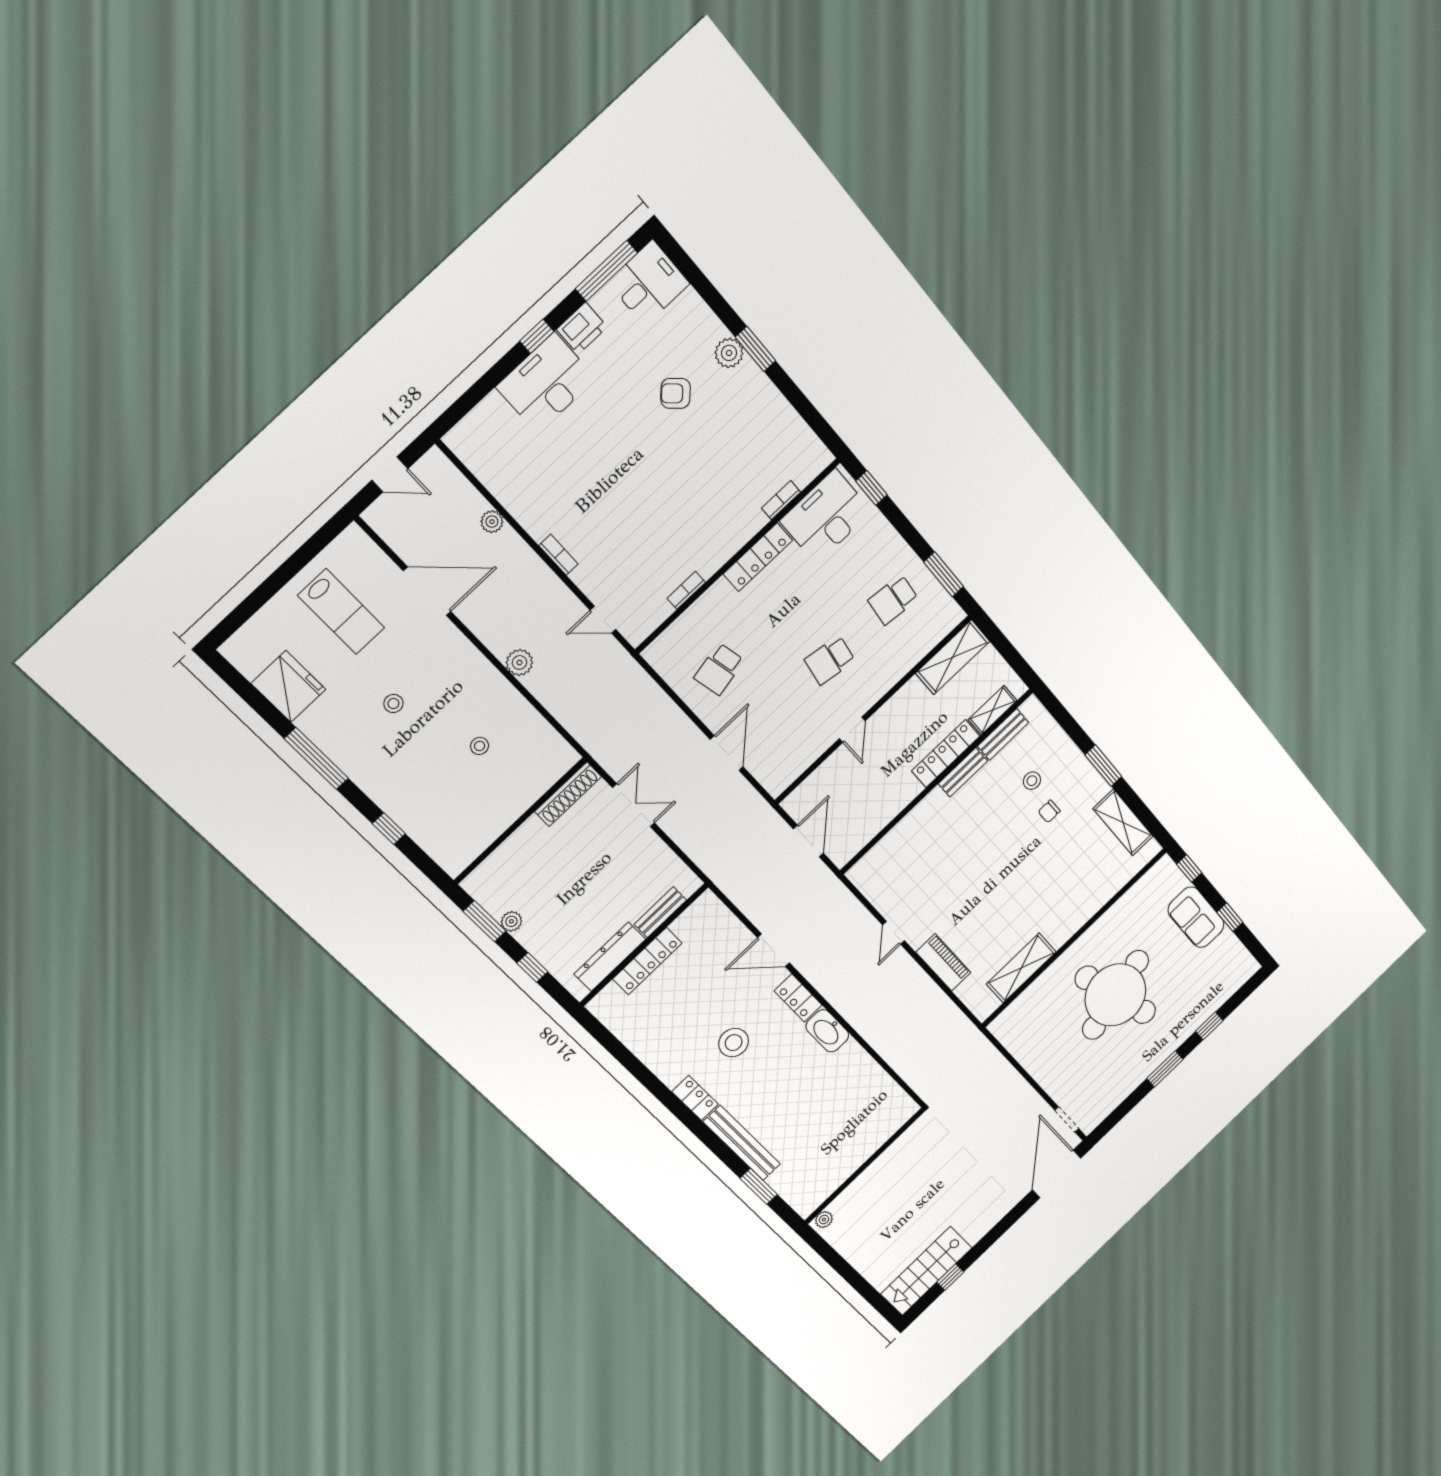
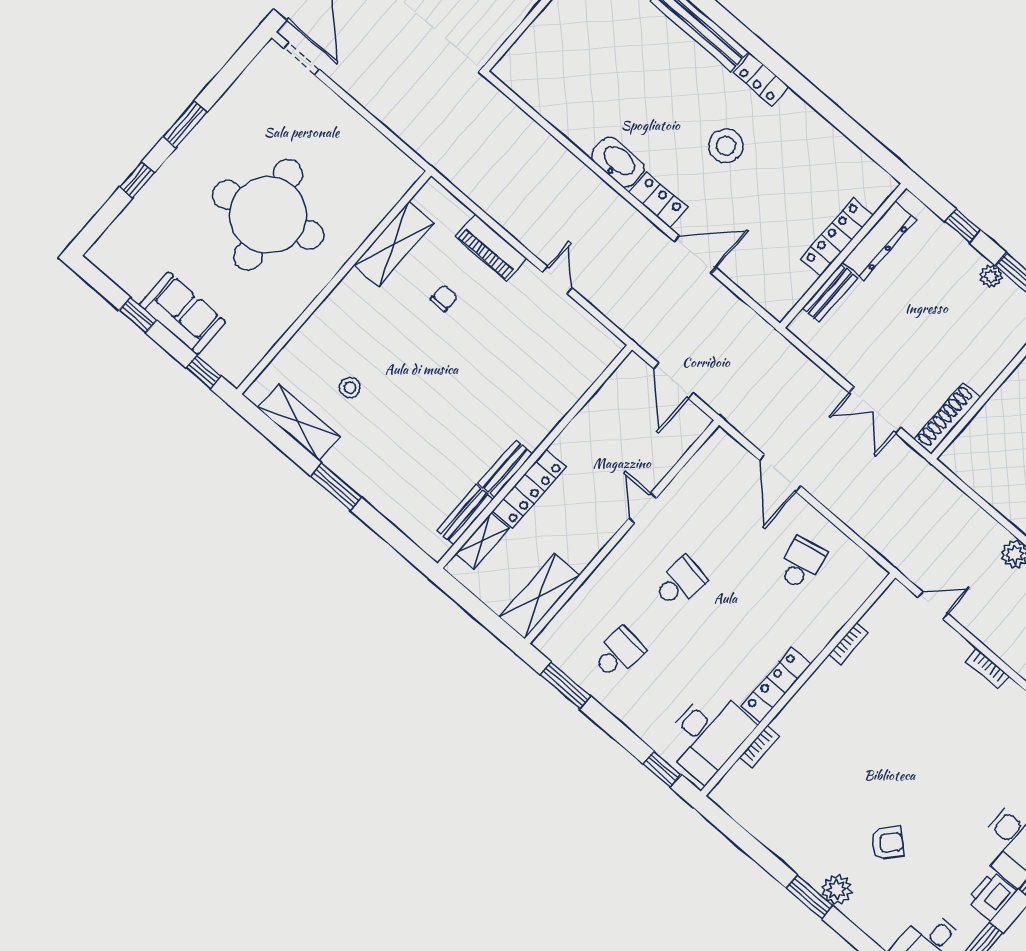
stool: (1032, 781) -> (350, 388), moved
chair: (1049, 811) -> (444, 298), moved

